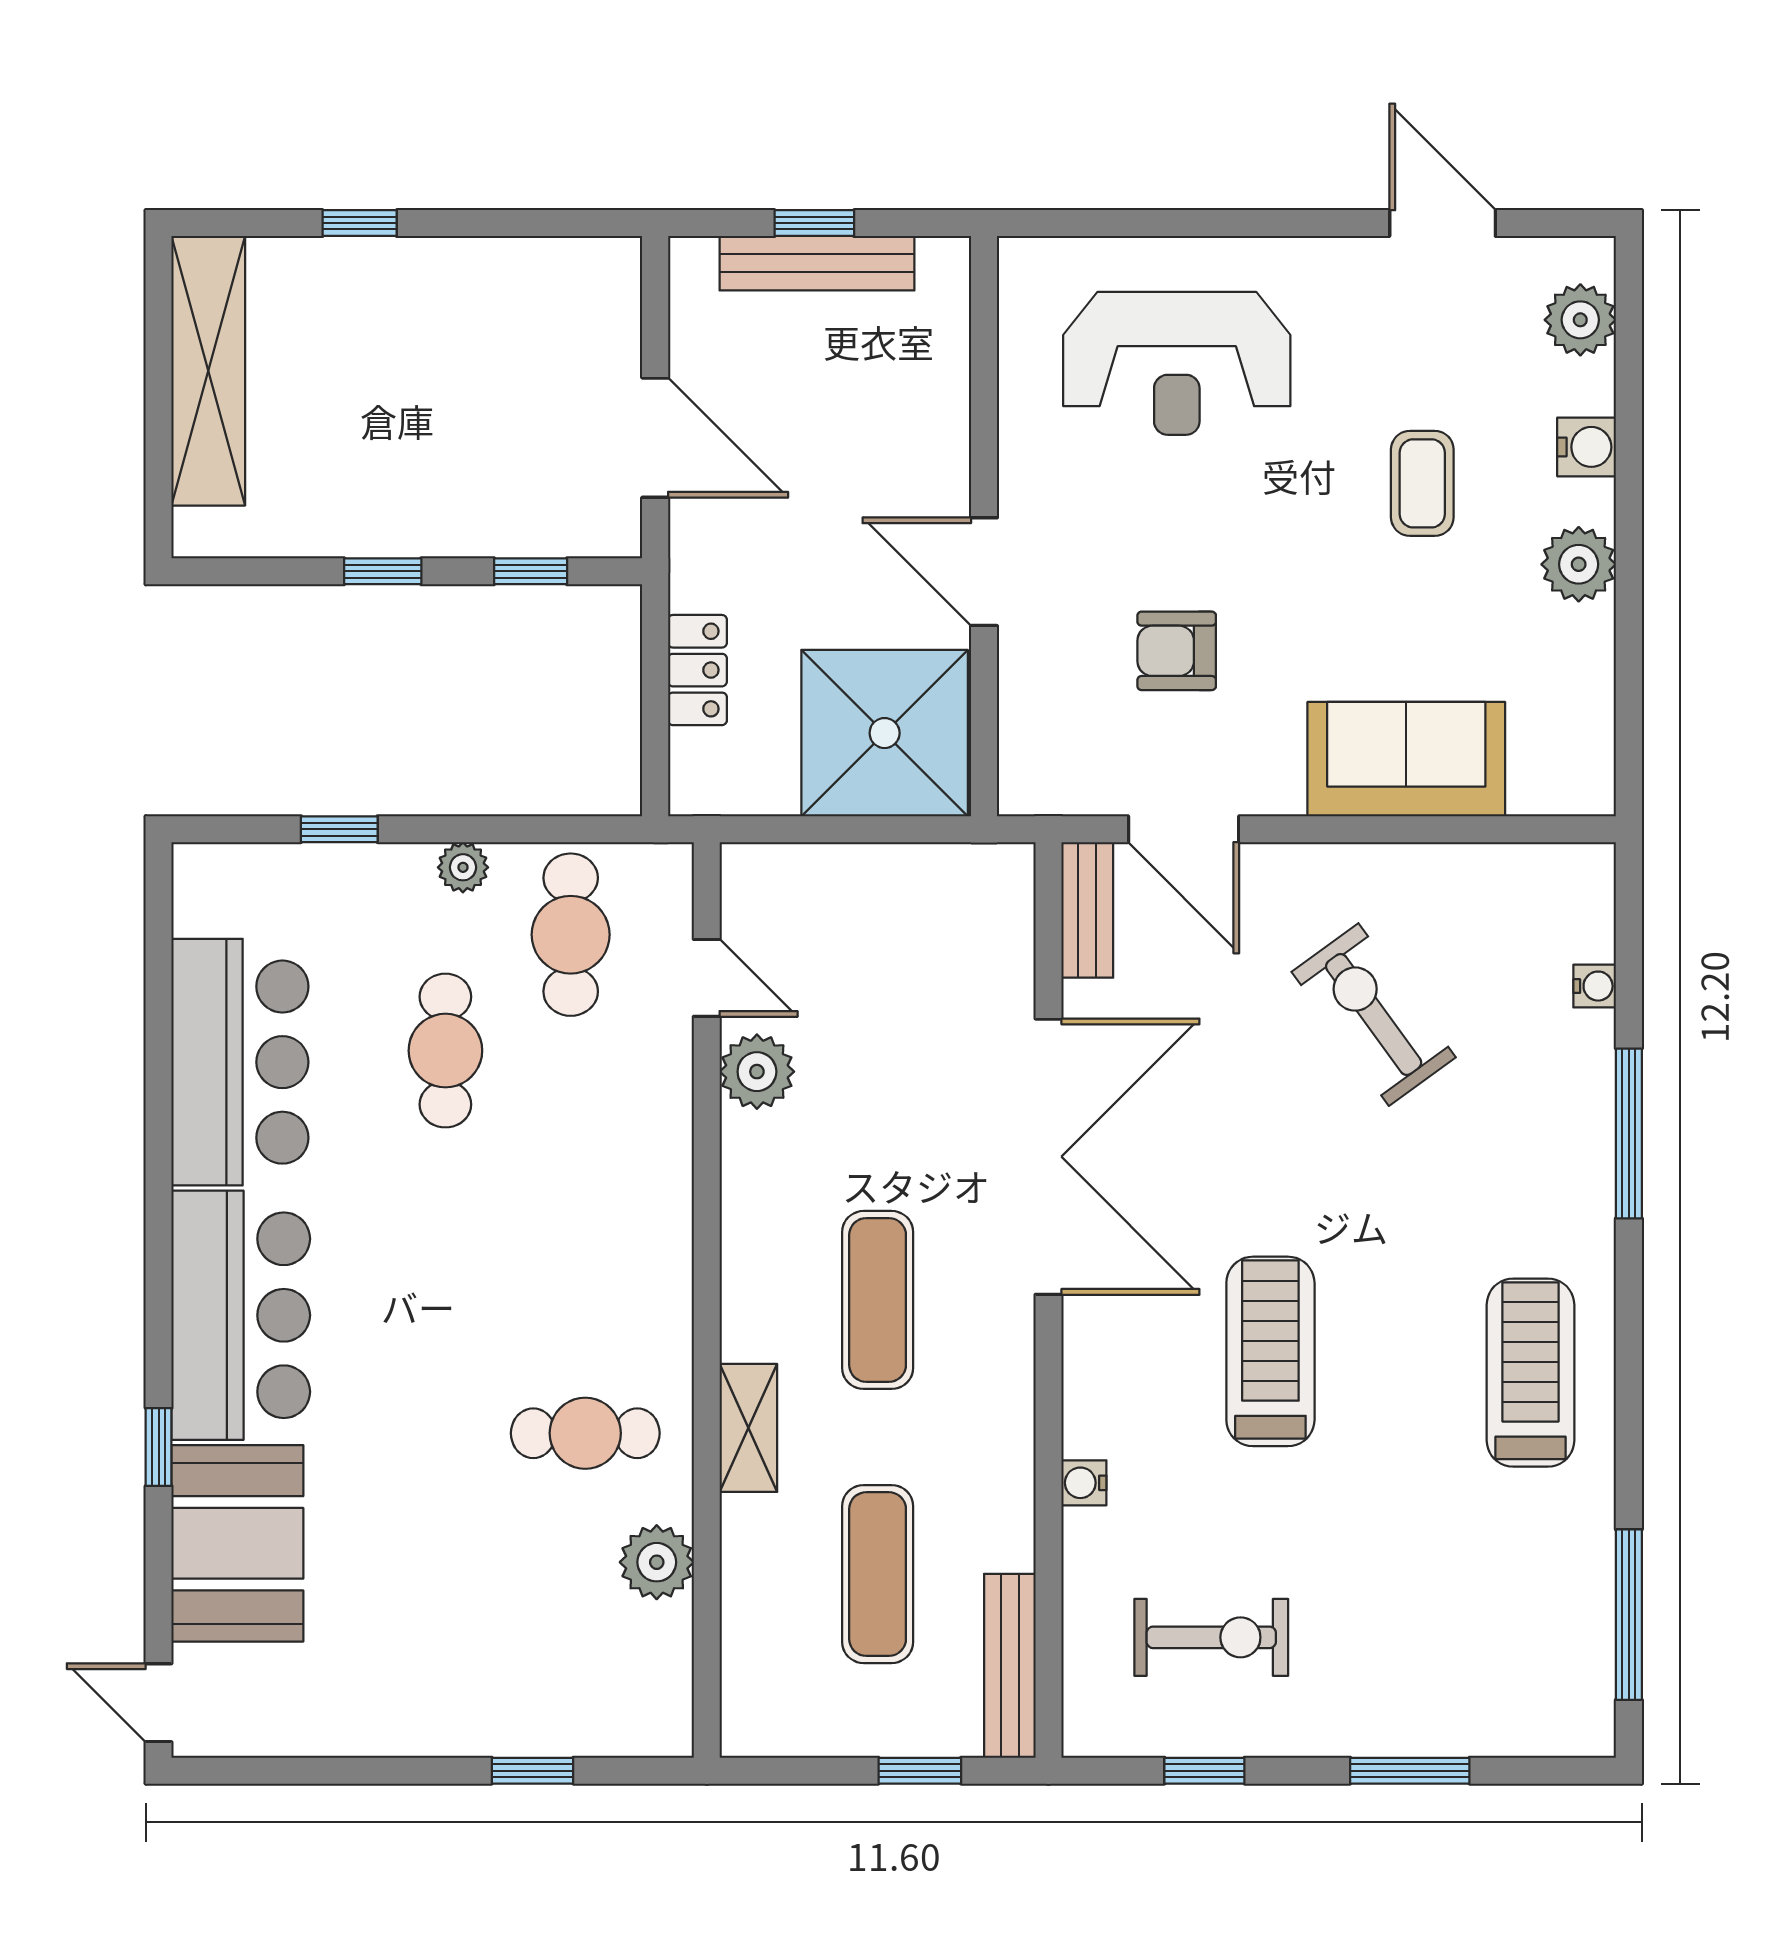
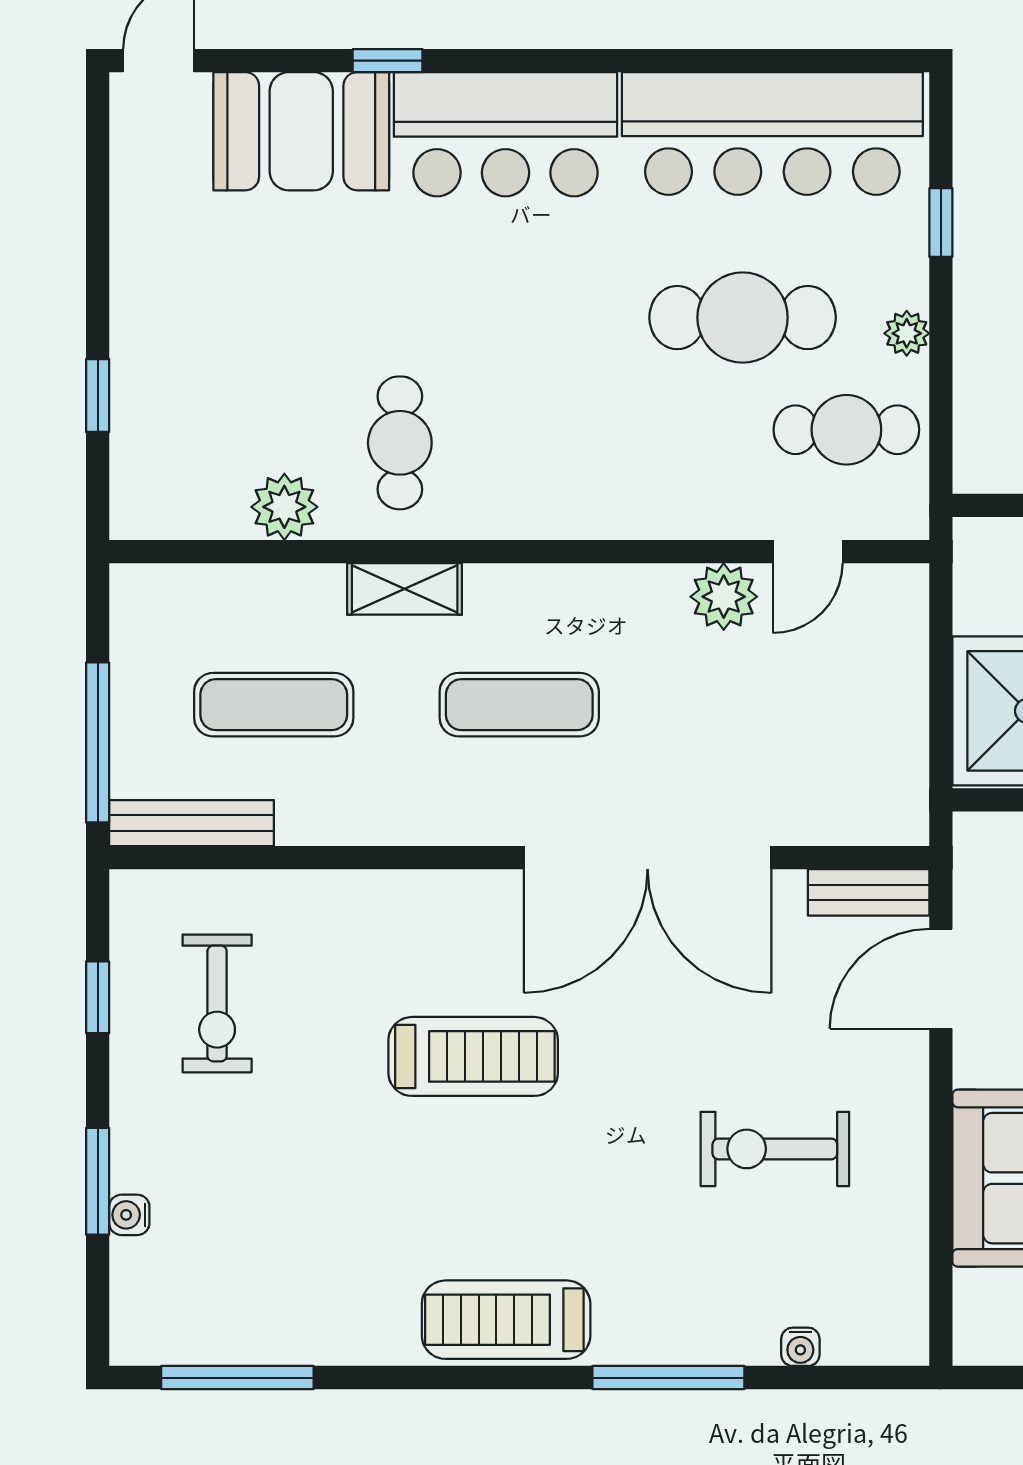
exercise bike: (1374, 1015) -> (775, 1149), turned -144
cafe table: (445, 1051) -> (743, 318), width x1.37, depth x1.35
bar counter: (240, 1062) -> (772, 134), width x1.36
treadmill: (1530, 1373) -> (506, 1320), moved, turned 180
water cooler: (1084, 1483) -> (129, 1215), moved, turned -90
window: (920, 1771) -> (98, 742), width x2.17

